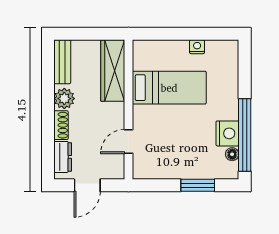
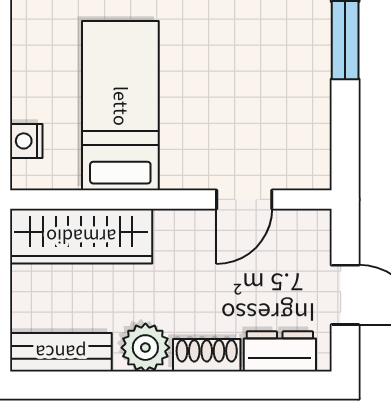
nightstand: (197, 47) -> (26, 141), moved
door: (129, 141) -> (244, 199), hinge flipped

